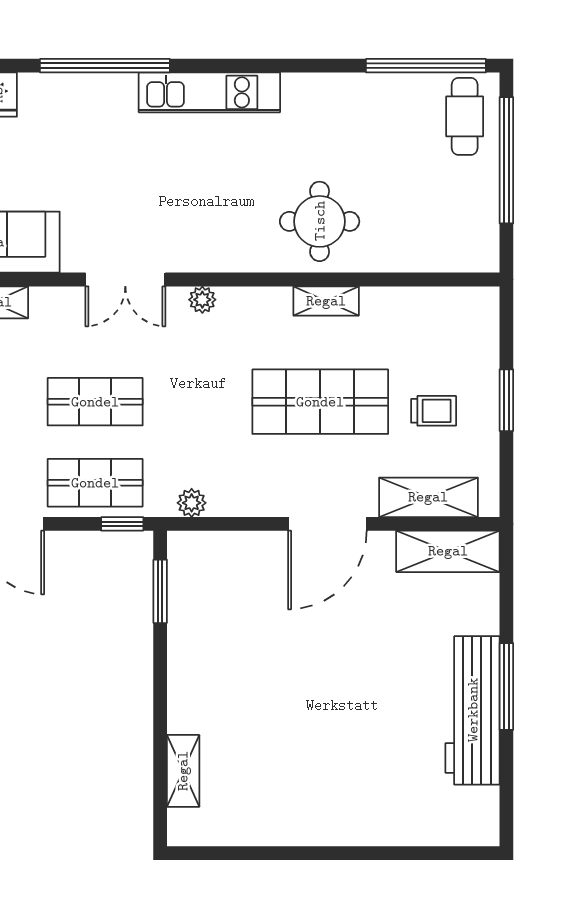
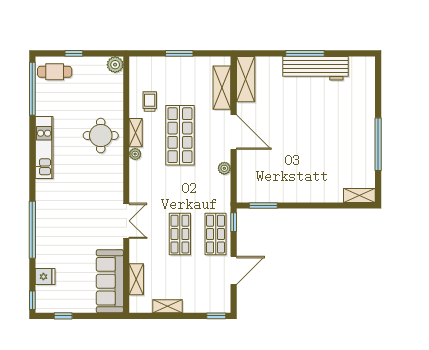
kitchen unit: (209, 92) -> (44, 148), moved
window: (506, 160) -> (74, 53), width x0.32
plant: (481, 254) -> (115, 65), added
plant: (202, 300) -> (135, 154), moved
trolley: (434, 411) -> (150, 102), moved
plant: (192, 503) -> (224, 168), moved
shelving: (183, 771) -> (359, 195), moved
window: (299, 853) -> (378, 144), added

